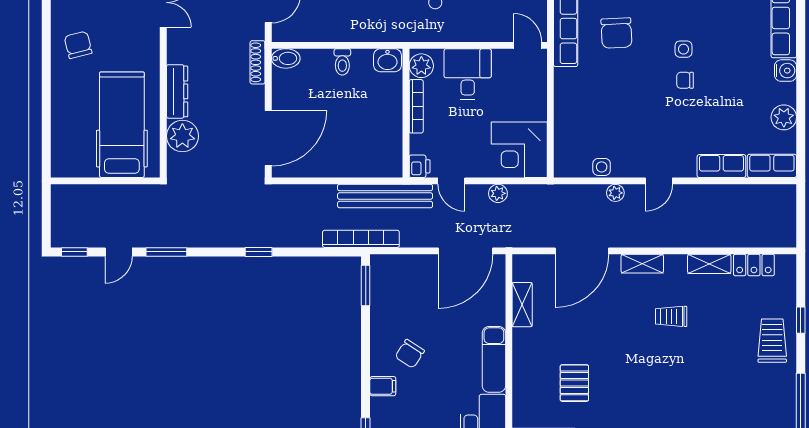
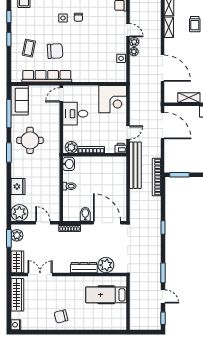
bidet: (286, 58) -> (85, 214), moved
desk: (468, 74) -> (75, 114), moved
hospital bed: (122, 125) -> (106, 295), width x0.73, depth x0.78
plant: (498, 193) -> (134, 42), moved
shelving: (642, 264) -> (169, 27), moved

